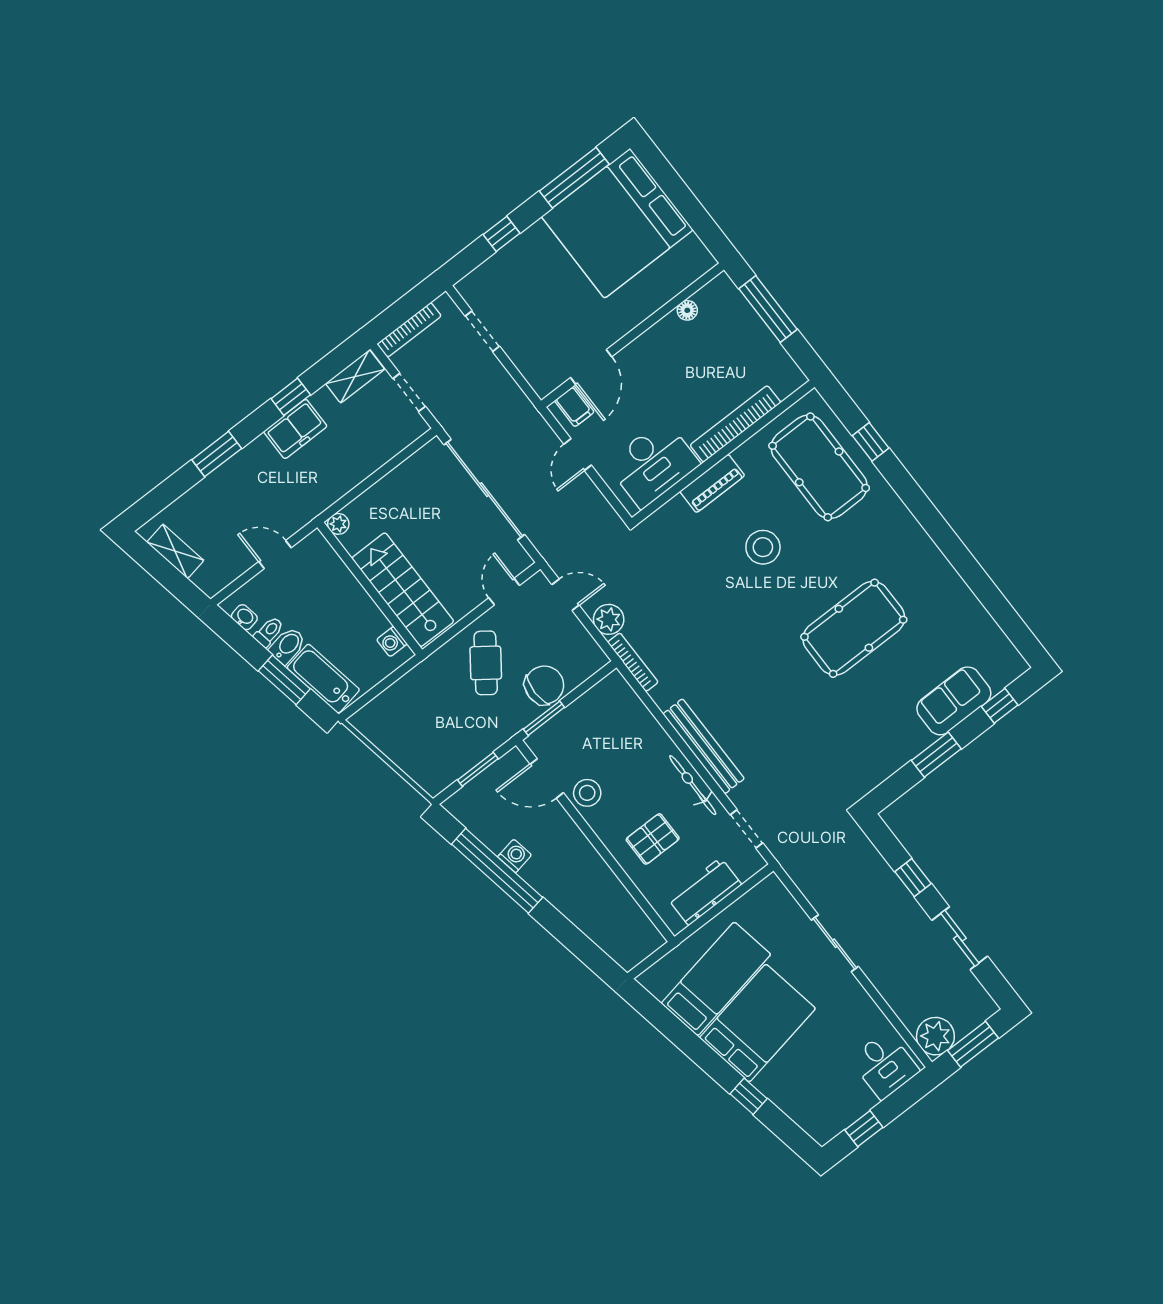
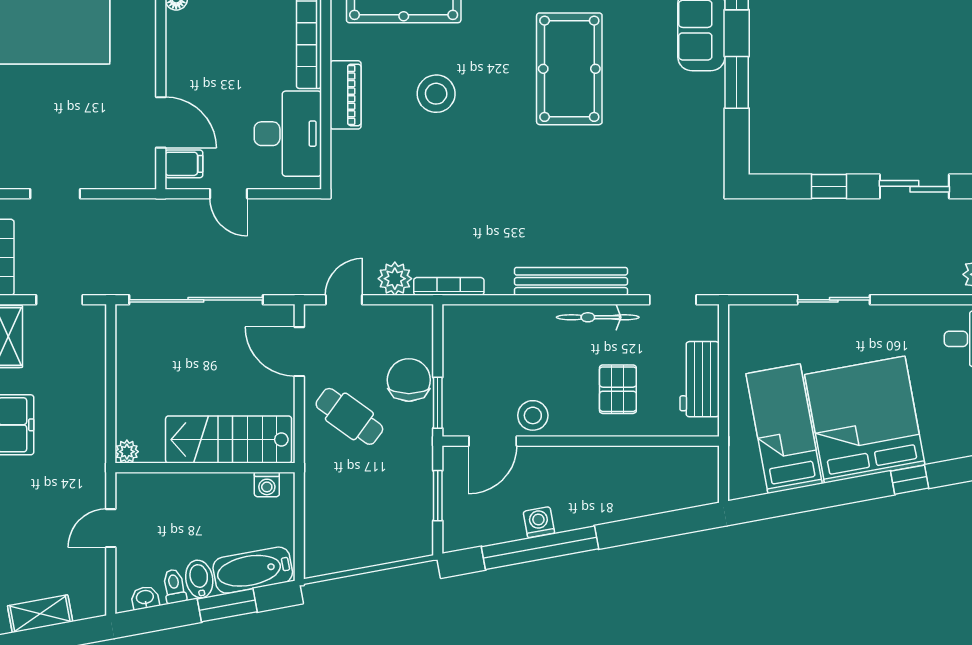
door: (504, 592) -> (299, 352), width x1.38
bed: (758, 1023) -> (865, 420), width x1.36

